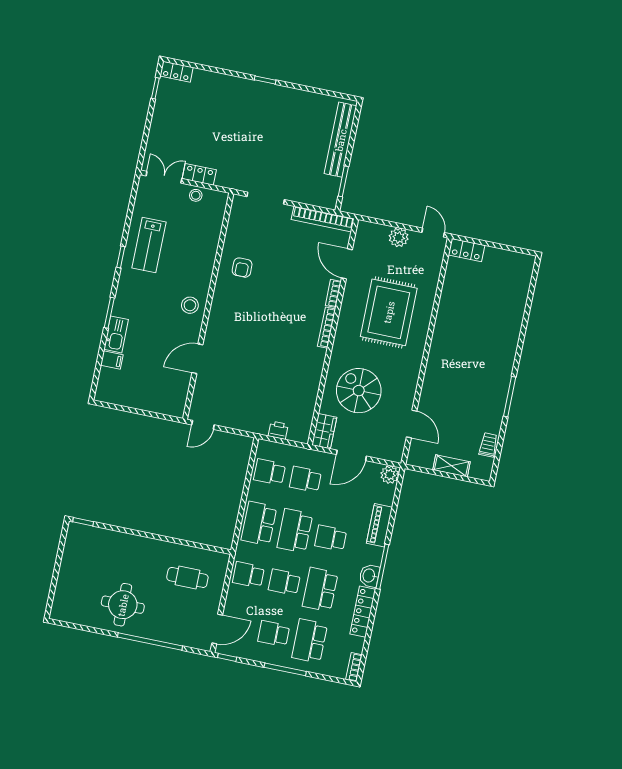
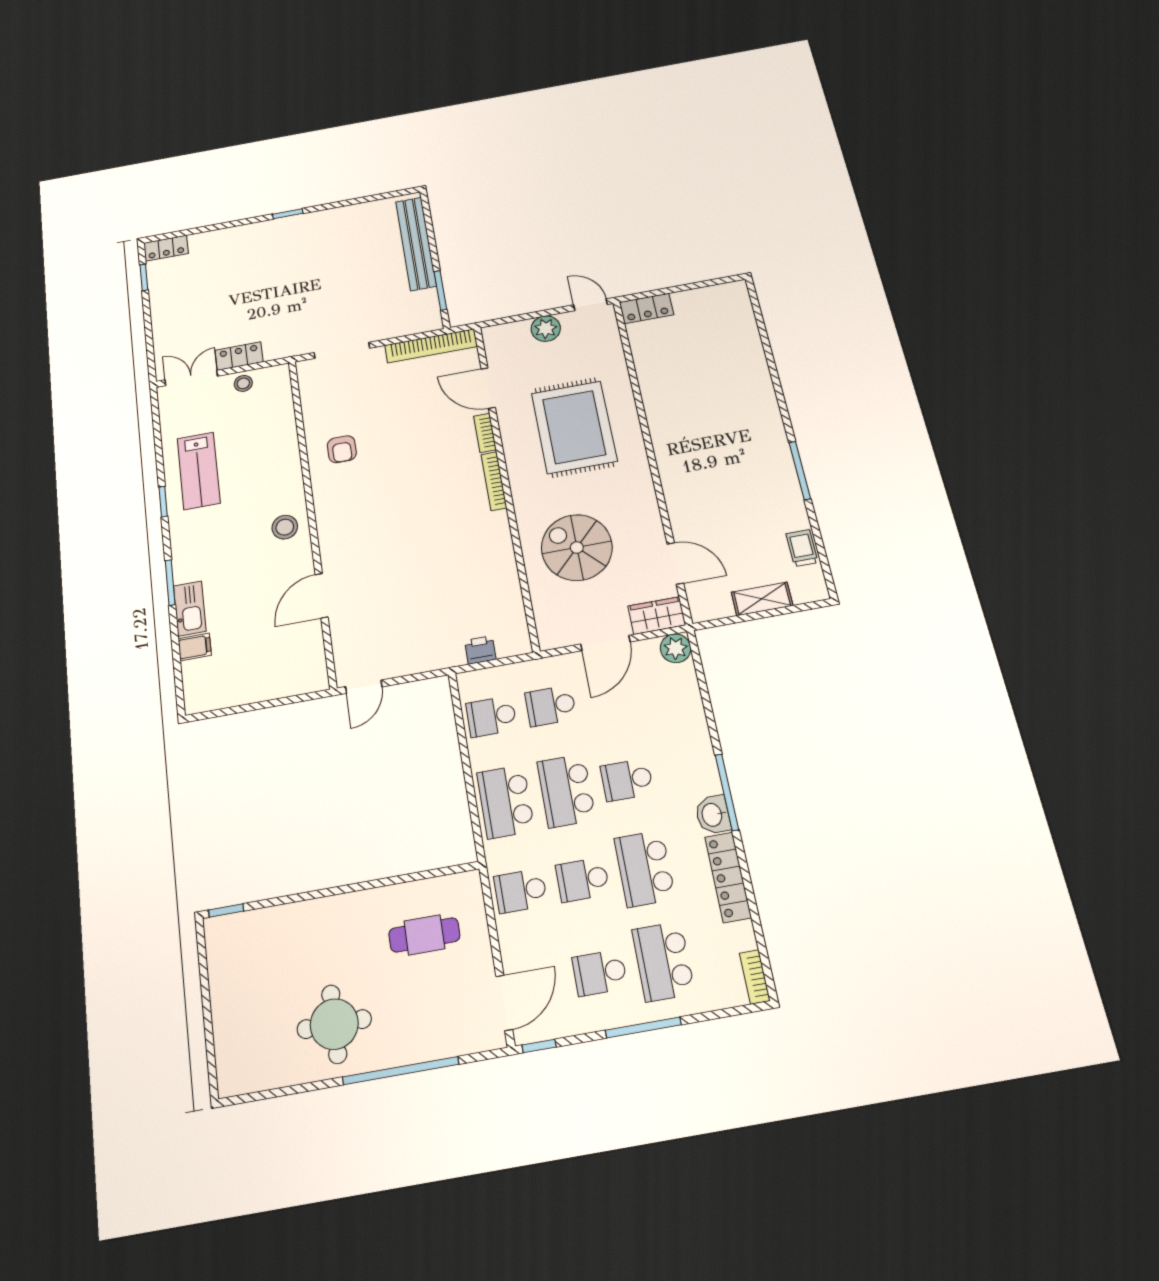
wardrobe: (324, 431) -> (657, 616), moved, turned -90
piano: (379, 525) -> (694, 730), removed

